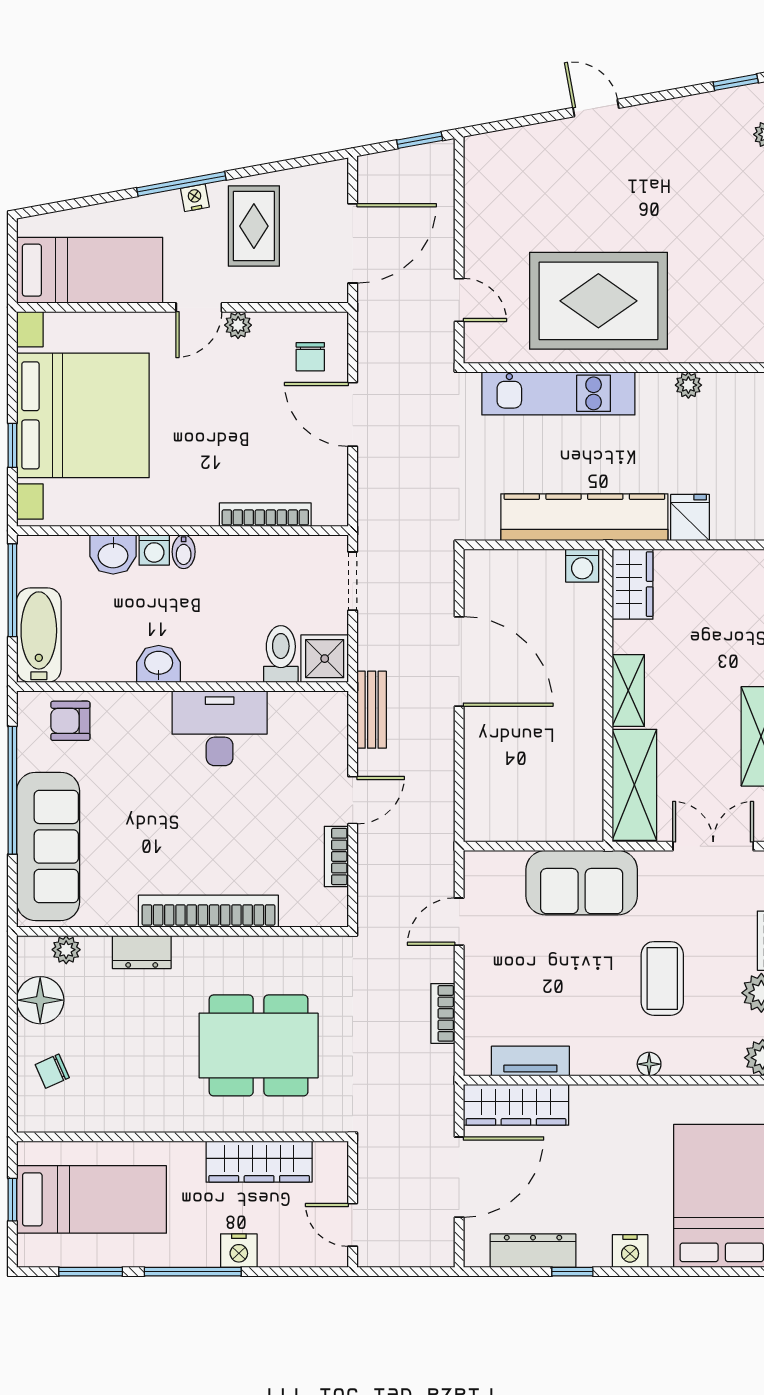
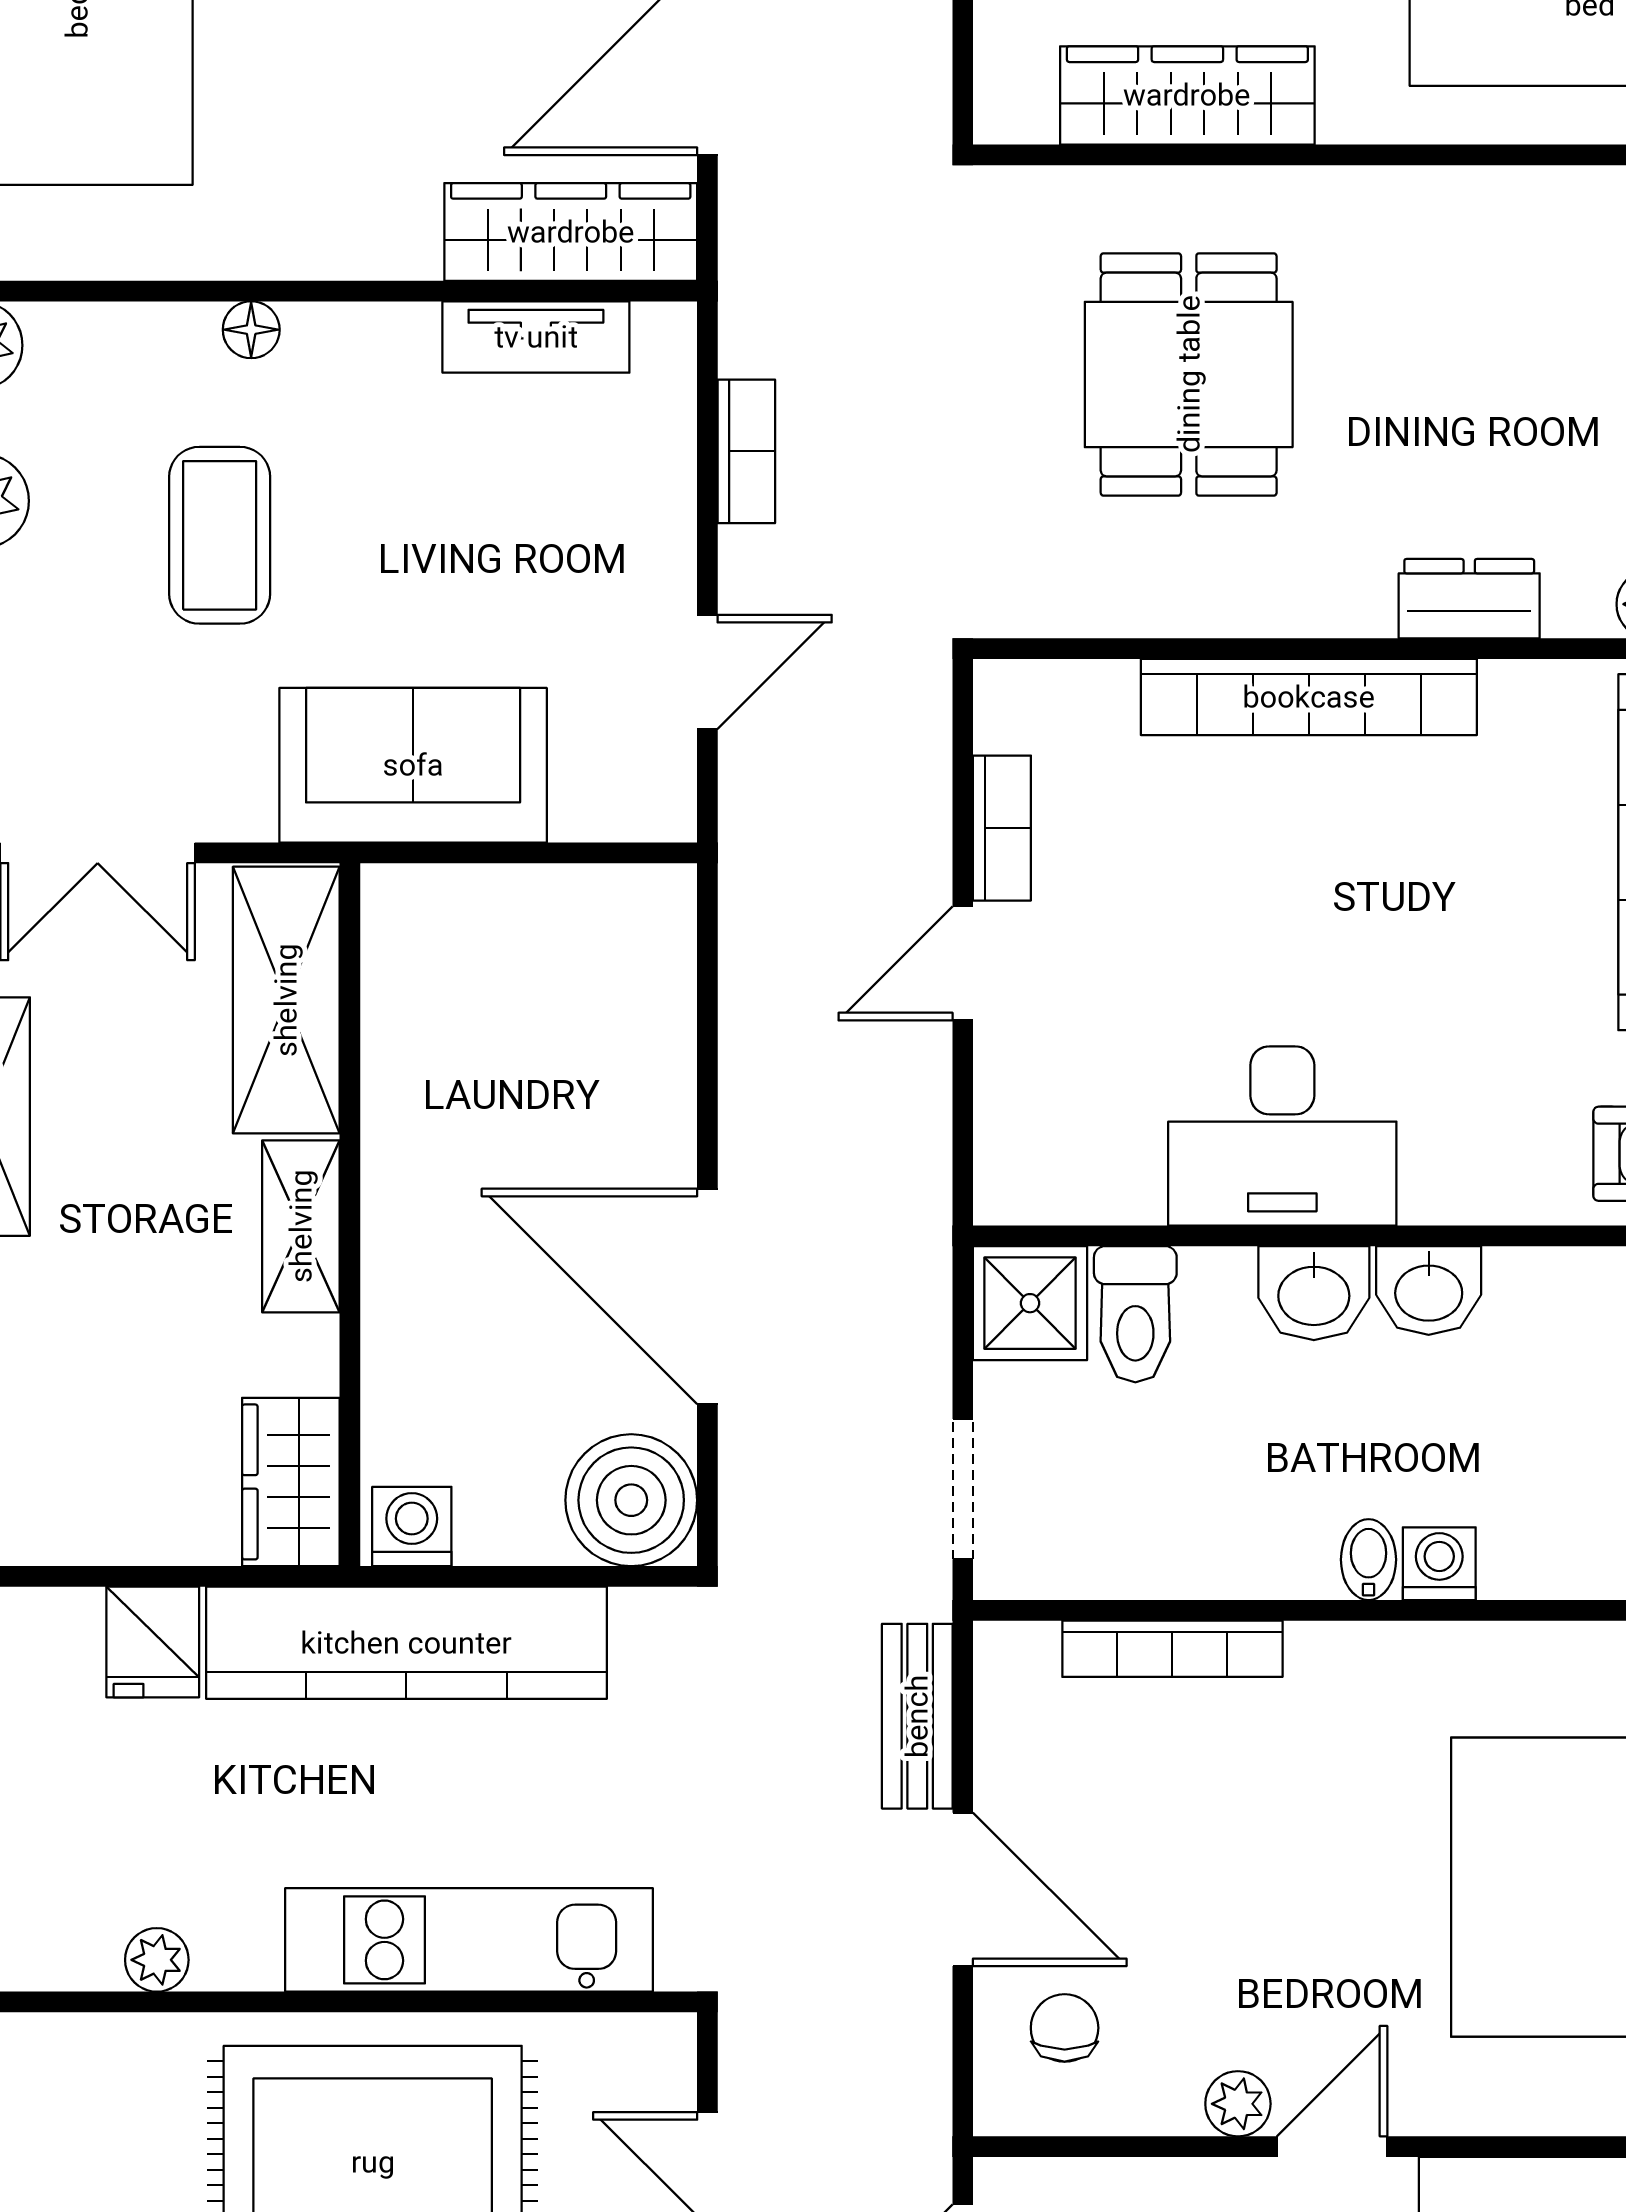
washbasin: (113, 554) -> (1314, 1293), moved, turned 180
boiler: (491, 577) -> (631, 1500), added
bench: (372, 710) -> (917, 1716), moved
dining table: (259, 1045) -> (1189, 374), width x0.73

